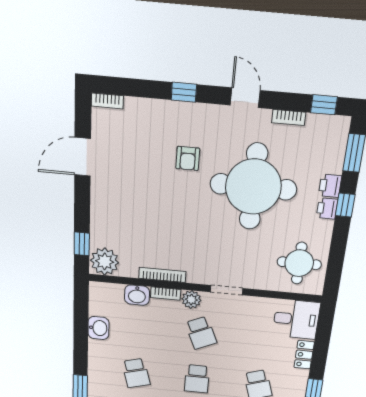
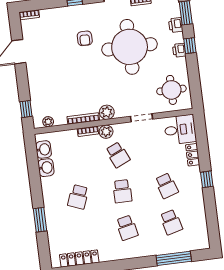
printer: (330, 186) -> (176, 25), moved
plant: (105, 261) -> (48, 122), width x0.53, depth x0.53
plant: (198, 274) -> (107, 112), added
doorway: (226, 290) -> (141, 118), moved
washbasin: (137, 295) -> (44, 149), moved, turned -90
school desk: (136, 373) -> (78, 197), turned 36

